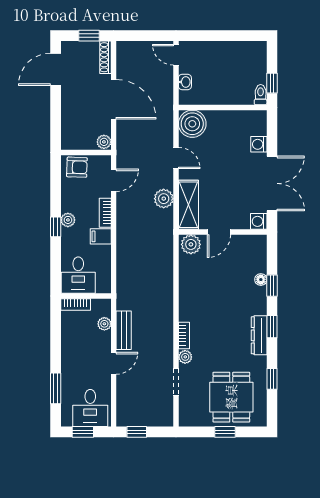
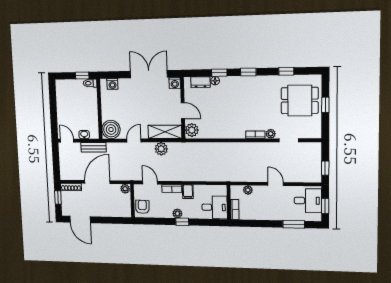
door: (176, 55) -> (67, 141), swing flipped
washing machine: (259, 144) -> (112, 84), moved
bench: (124, 330) -> (93, 147), moved
dresser: (259, 335) -> (200, 82), moved, width x0.70

